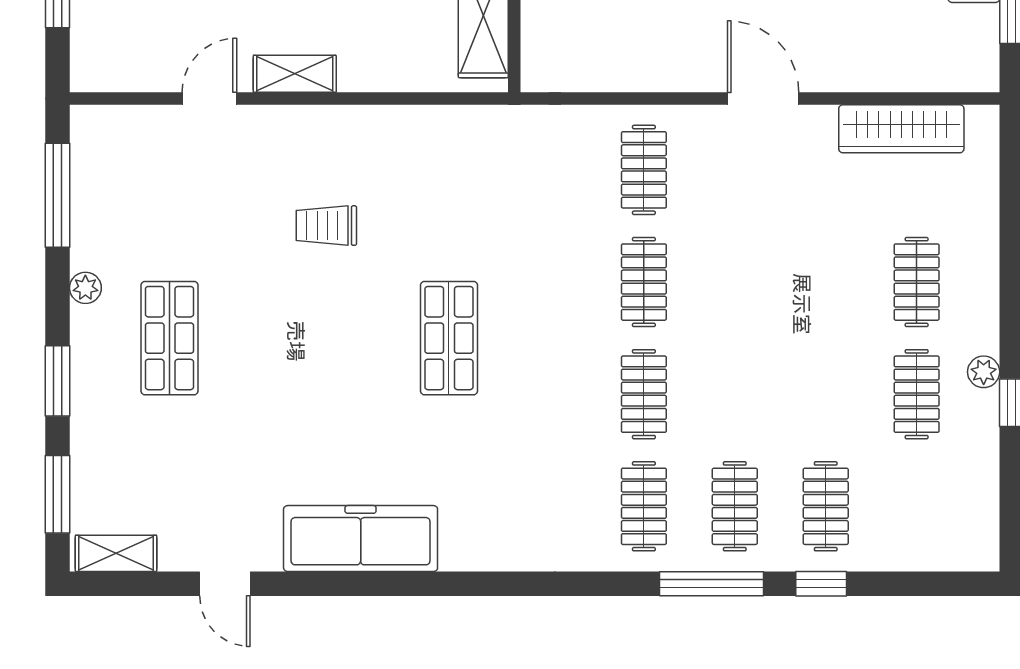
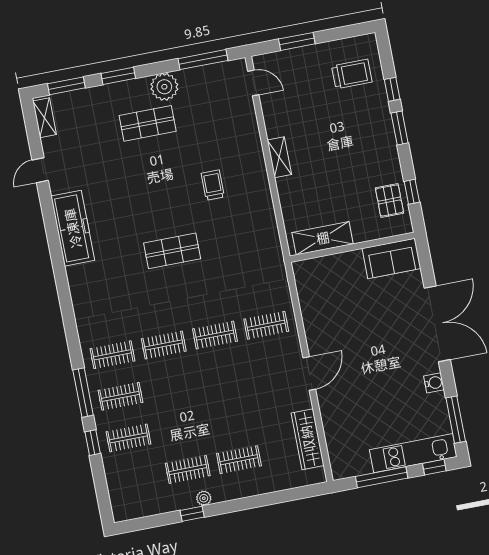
door: (209, 99) -> (253, 83), moved
plant: (85, 288) -> (164, 87), width x1.87, depth x1.87

